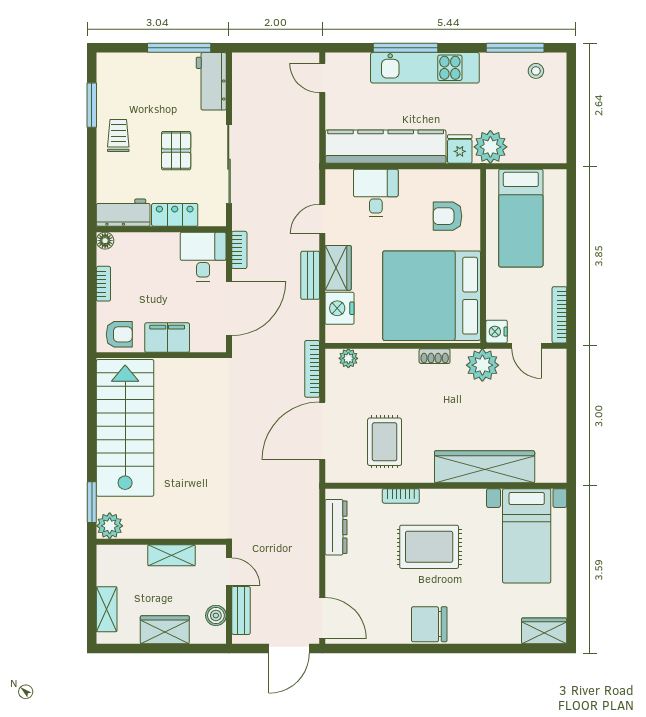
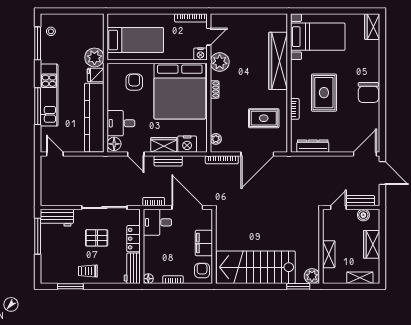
door: (322, 78) -> (55, 154), swing flipped
floor lamp: (340, 181) -> (114, 144), added
armchair: (448, 216) -> (134, 82), turned 180
door: (322, 431) -> (257, 154), hinge flipped
shelving: (172, 555) -> (329, 254), moved

